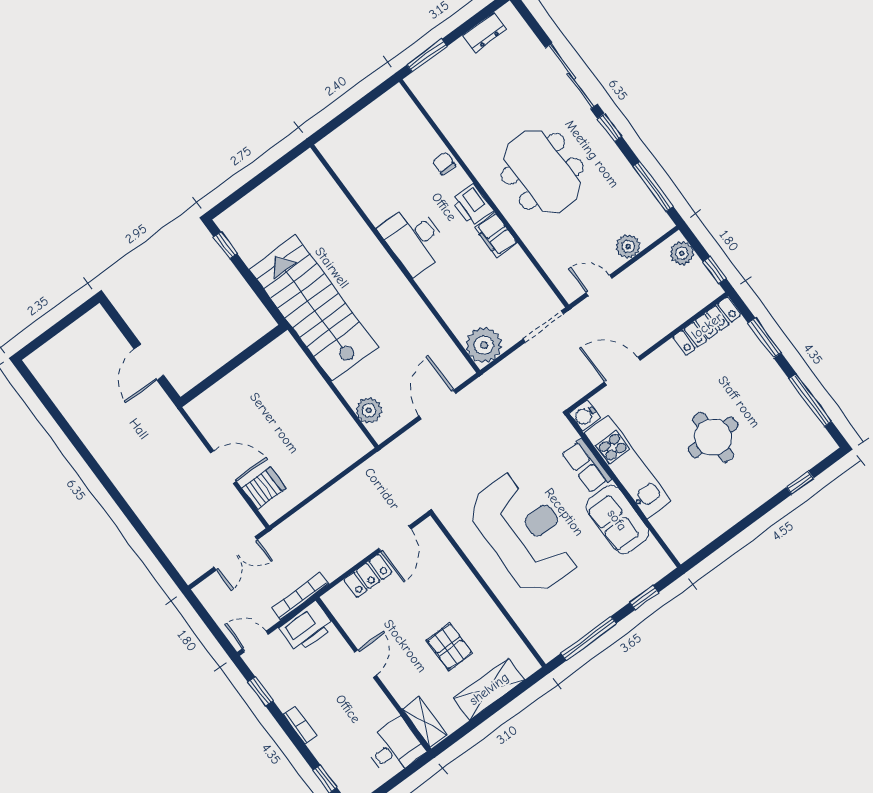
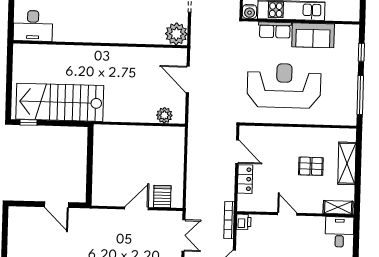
desk: (414, 239) -> (33, 26), moved
stairs: (314, 308) -> (60, 102), moved
printer: (307, 627) -> (244, 222), width x0.53, depth x0.68

